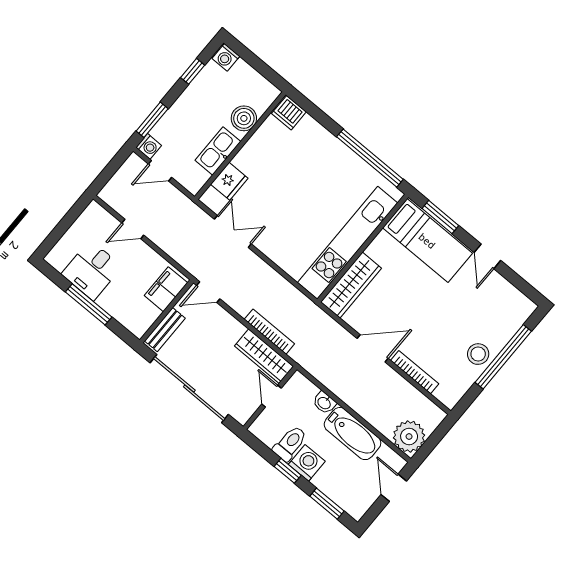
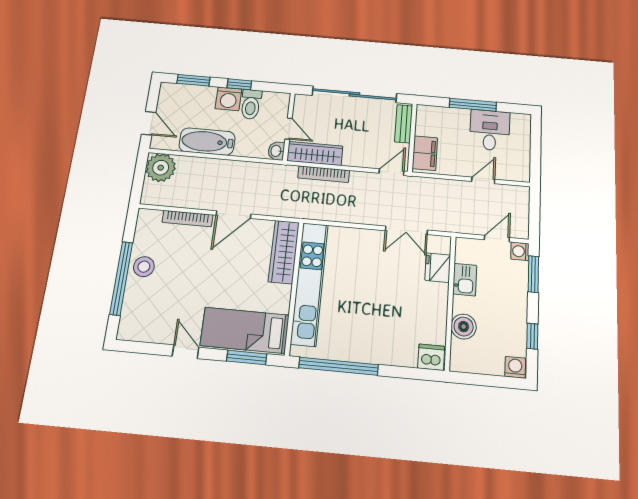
kitchen sink: (218, 151) -> (465, 280), width x0.73
washbasin: (324, 403) -> (276, 151), moved, turned -90

